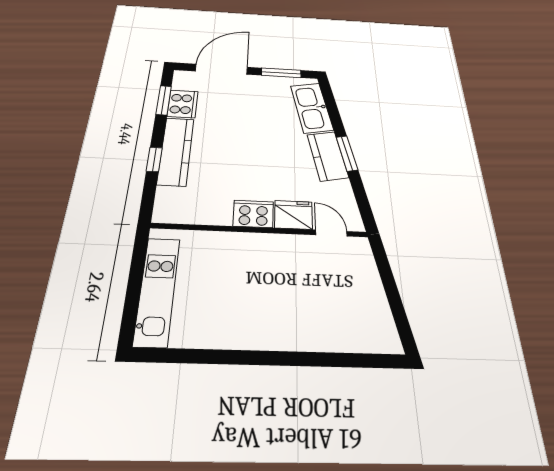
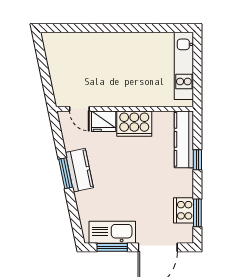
kitchen sink: (312, 108) -> (112, 232), moved, turned -78
kitchen counter: (176, 151) -> (184, 139), moved
cooker: (253, 214) -> (134, 124), width x1.37, depth x1.31

